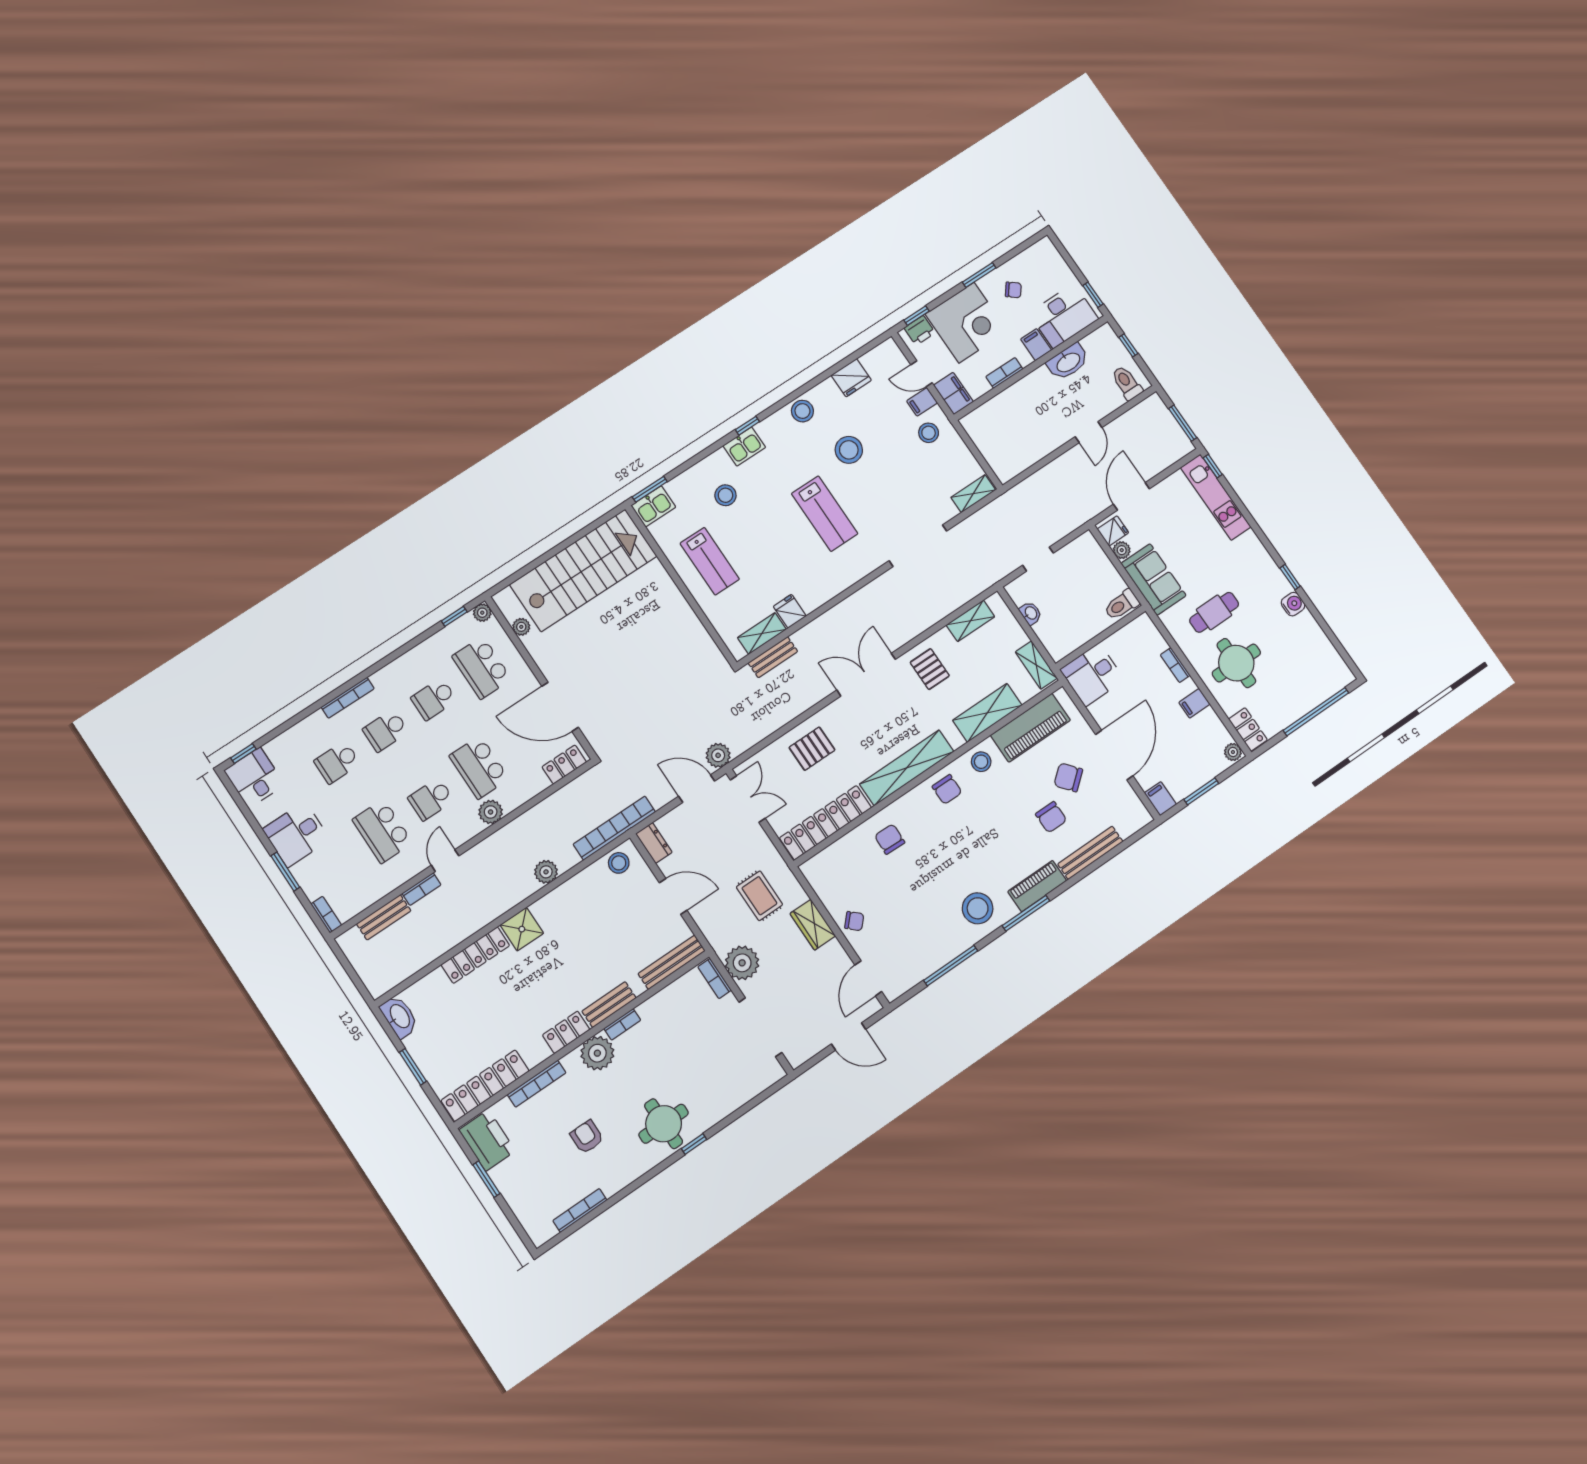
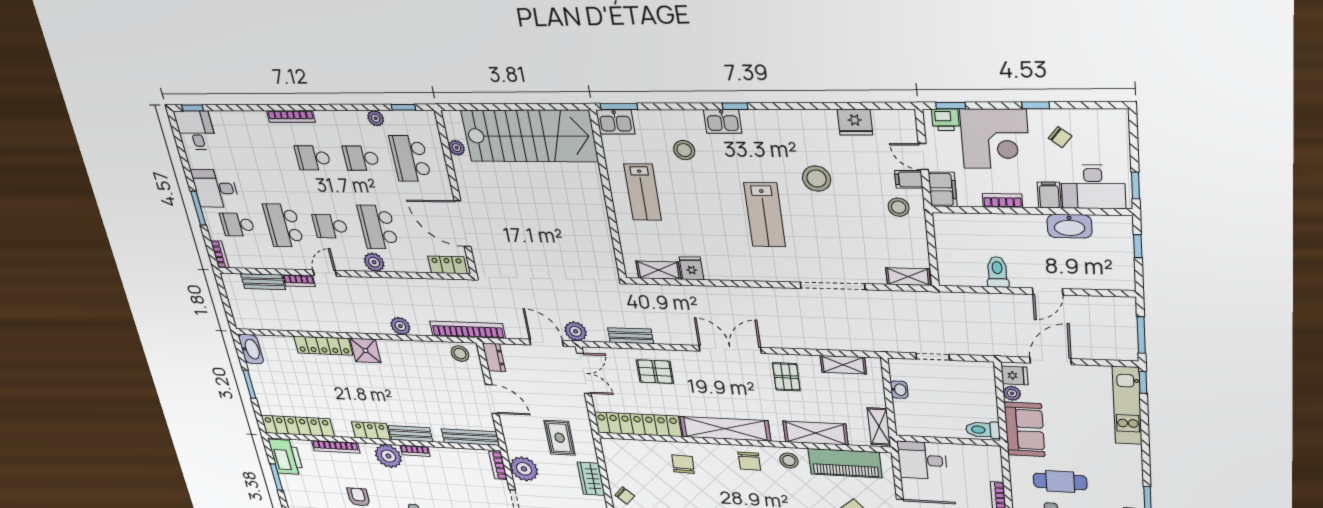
window: (979, 275) -> (1036, 105), width x0.67
toilet: (1127, 383) -> (997, 272), moved
stool: (802, 411) -> (793, 123), removed
plant: (482, 613) -> (376, 118), moved
bench: (773, 657) -> (631, 336), moved
school desk: (337, 762) -> (238, 225), moved

